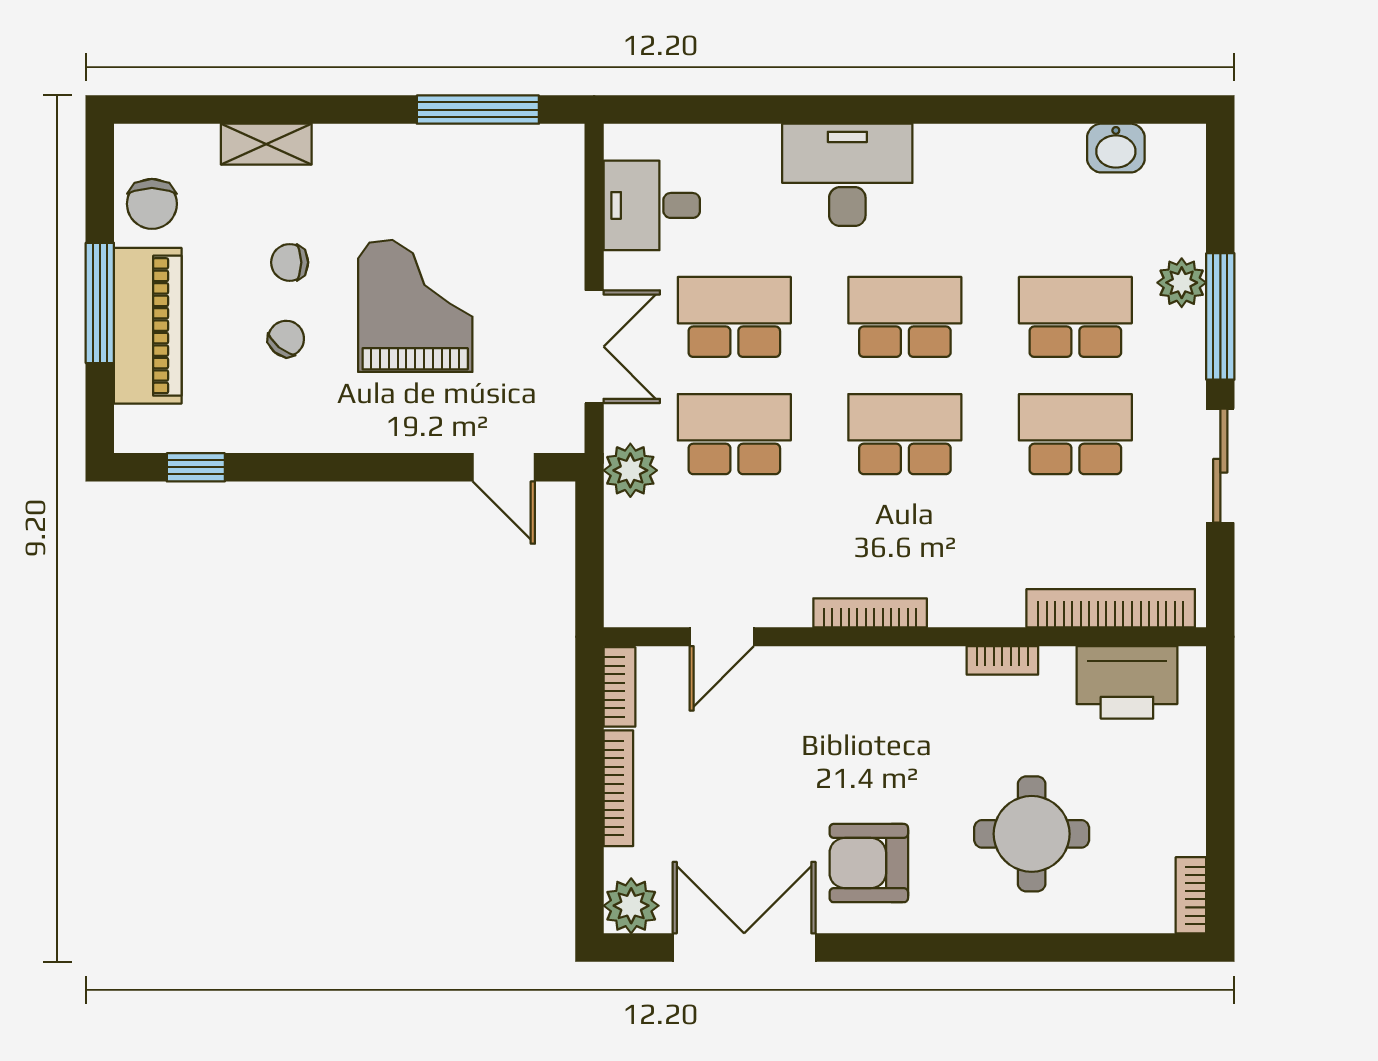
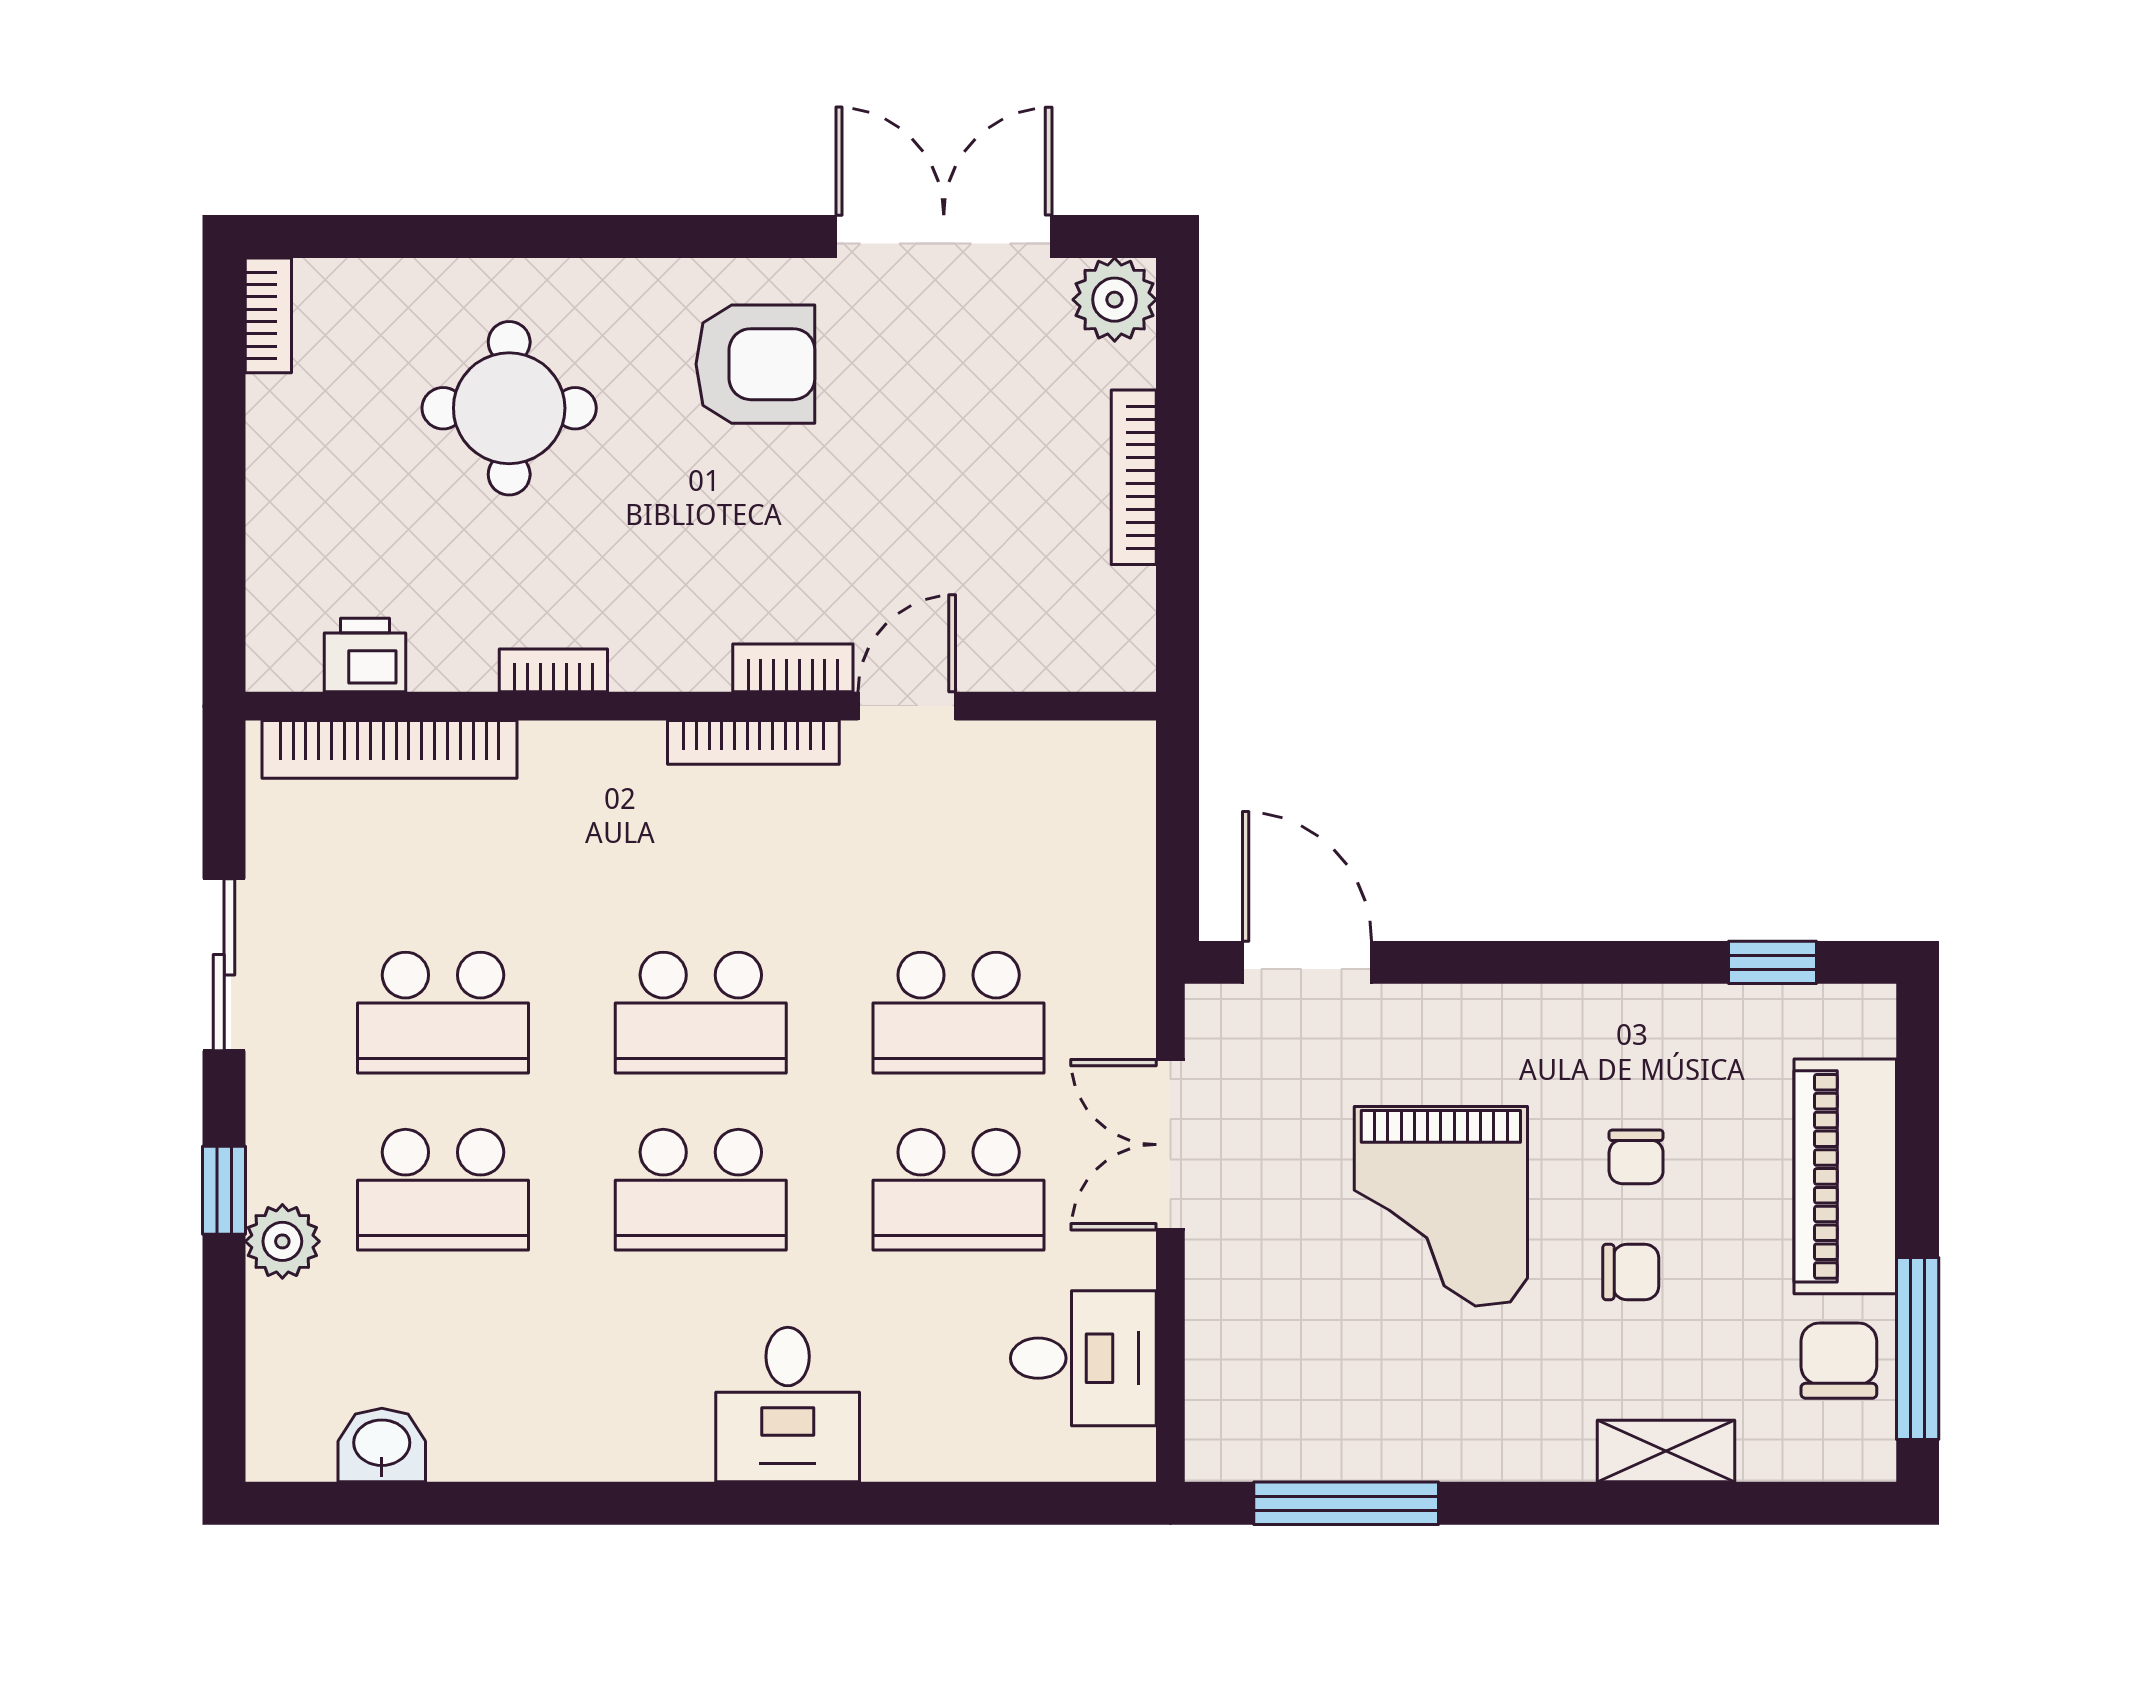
desk: (847, 175) -> (788, 1404), width x0.73
window: (100, 303) -> (1918, 1349), moved
window: (1220, 316) -> (224, 1190), width x0.46
chair: (286, 339) -> (1636, 1157), turned -39
door: (504, 467) -> (1307, 962), width x1.38
plant: (630, 470) -> (1116, 958), removed
door: (722, 637) -> (907, 706), moved
printer: (1127, 682) -> (365, 655), width x0.53, depth x0.68
bookcase: (619, 687) -> (793, 668), moved, turned 90
double door: (744, 947) -> (944, 237), swing flipped

